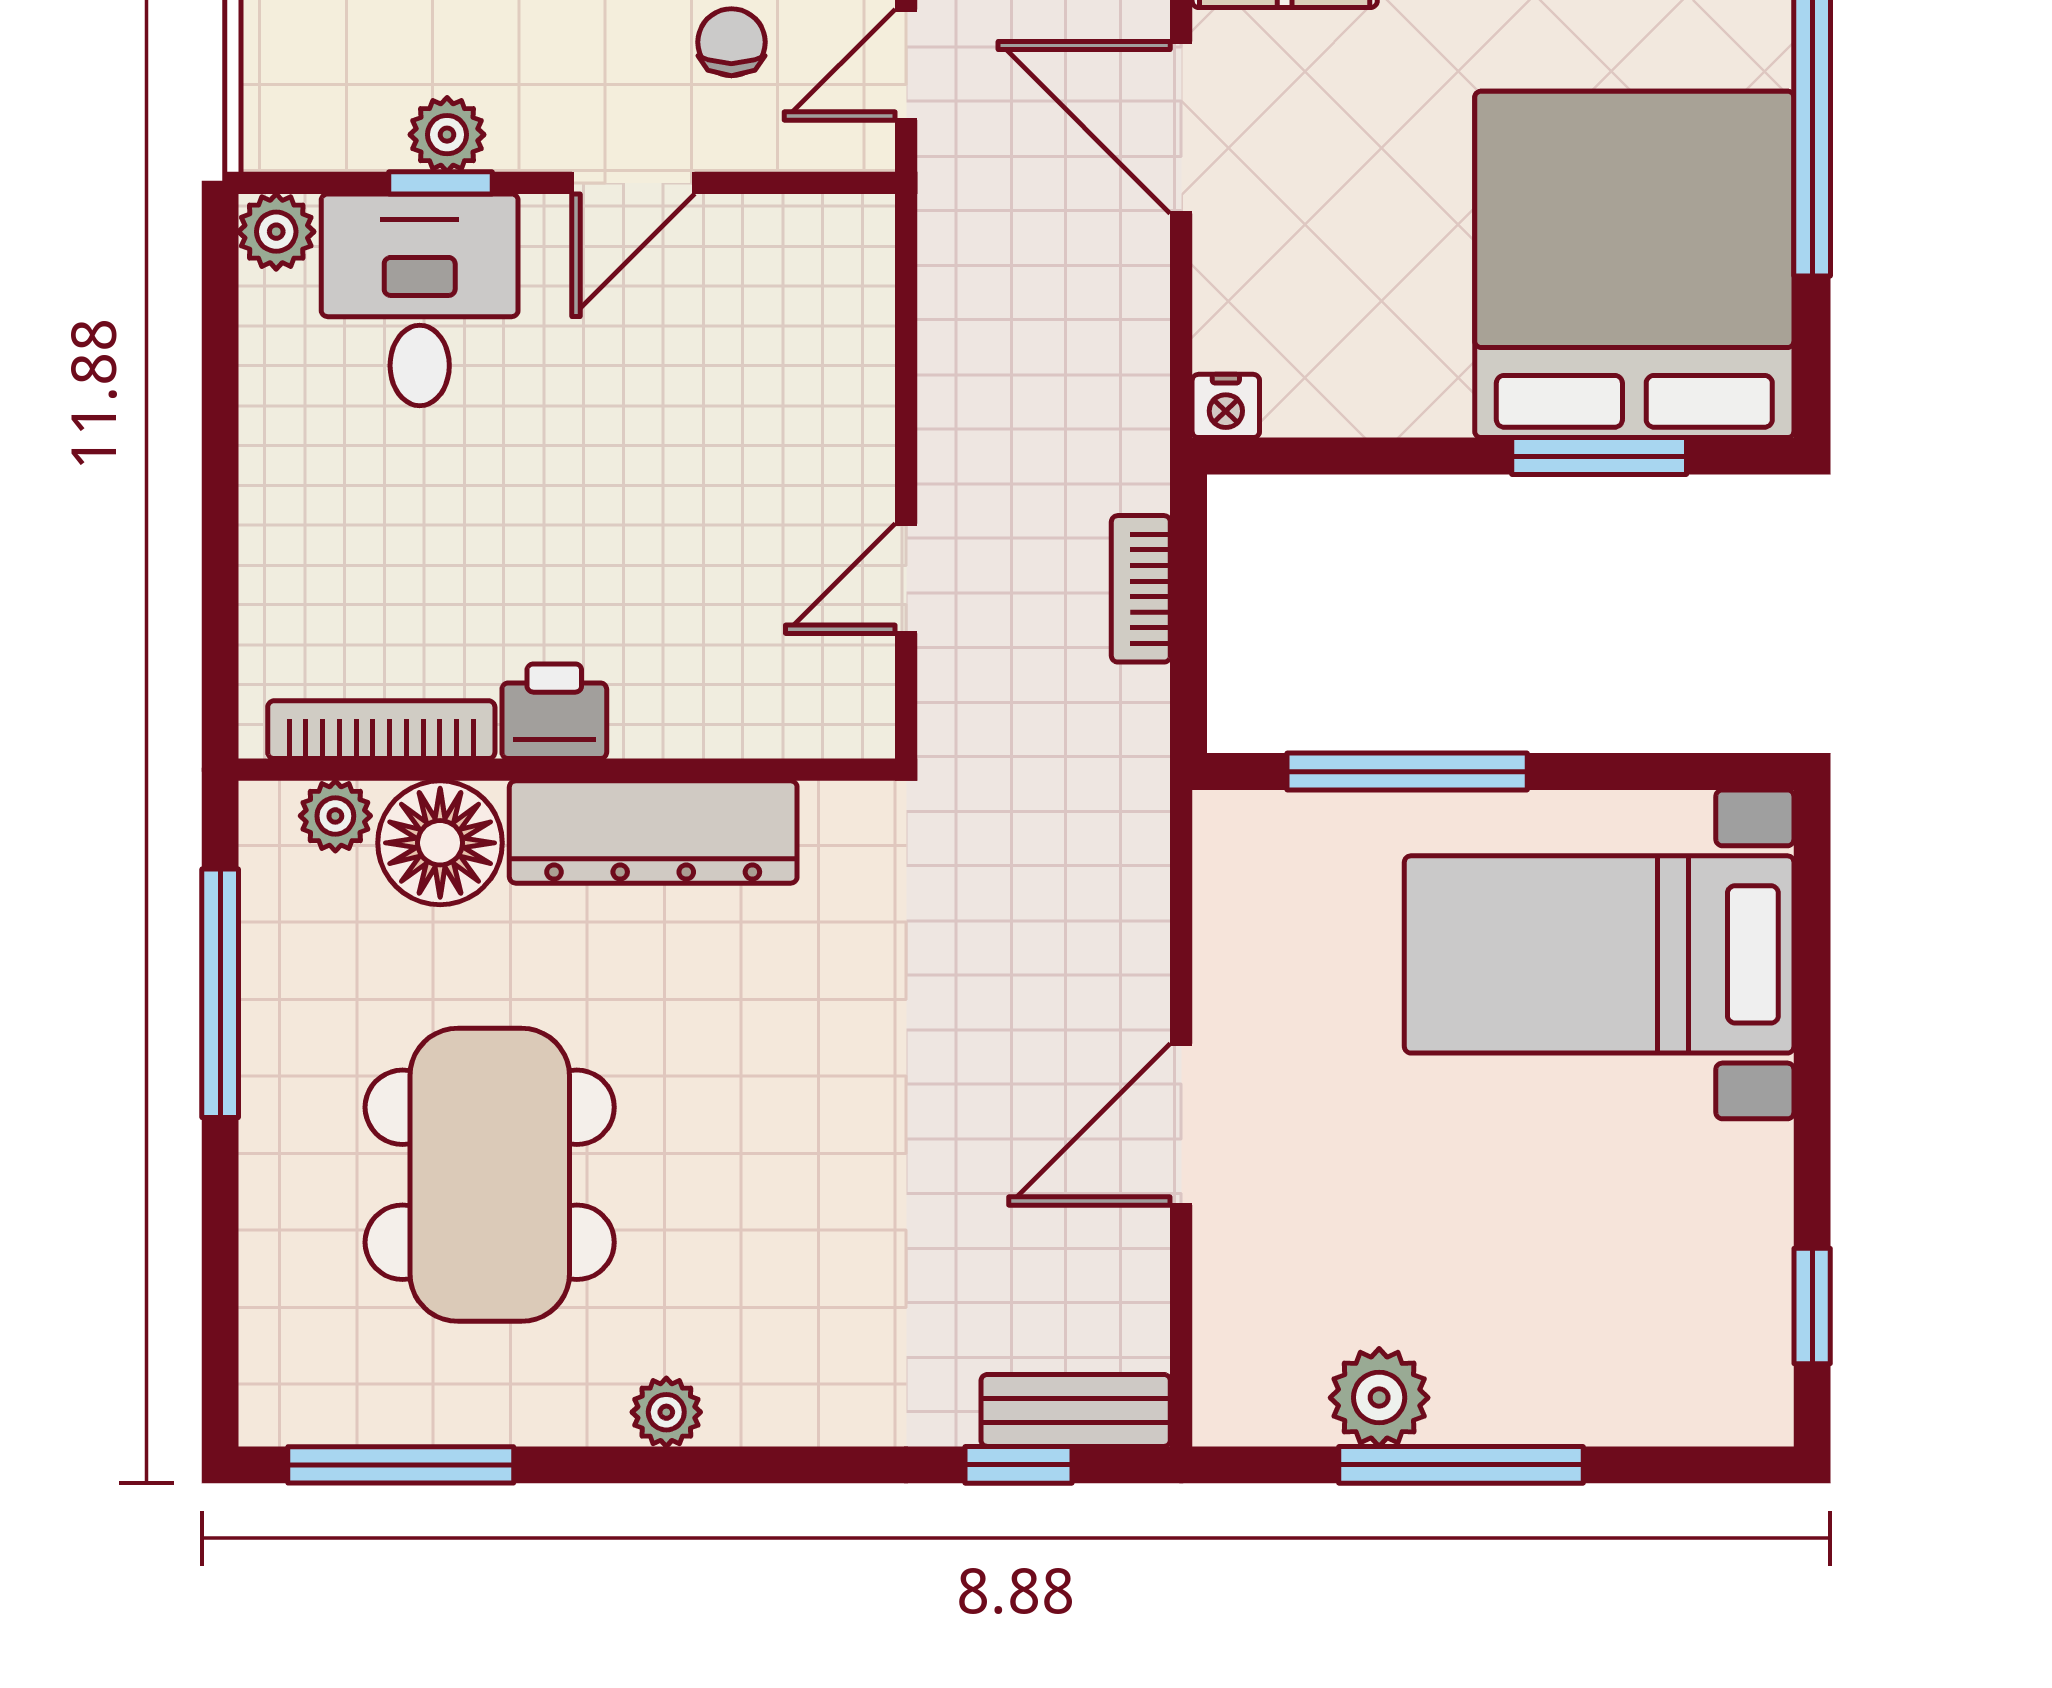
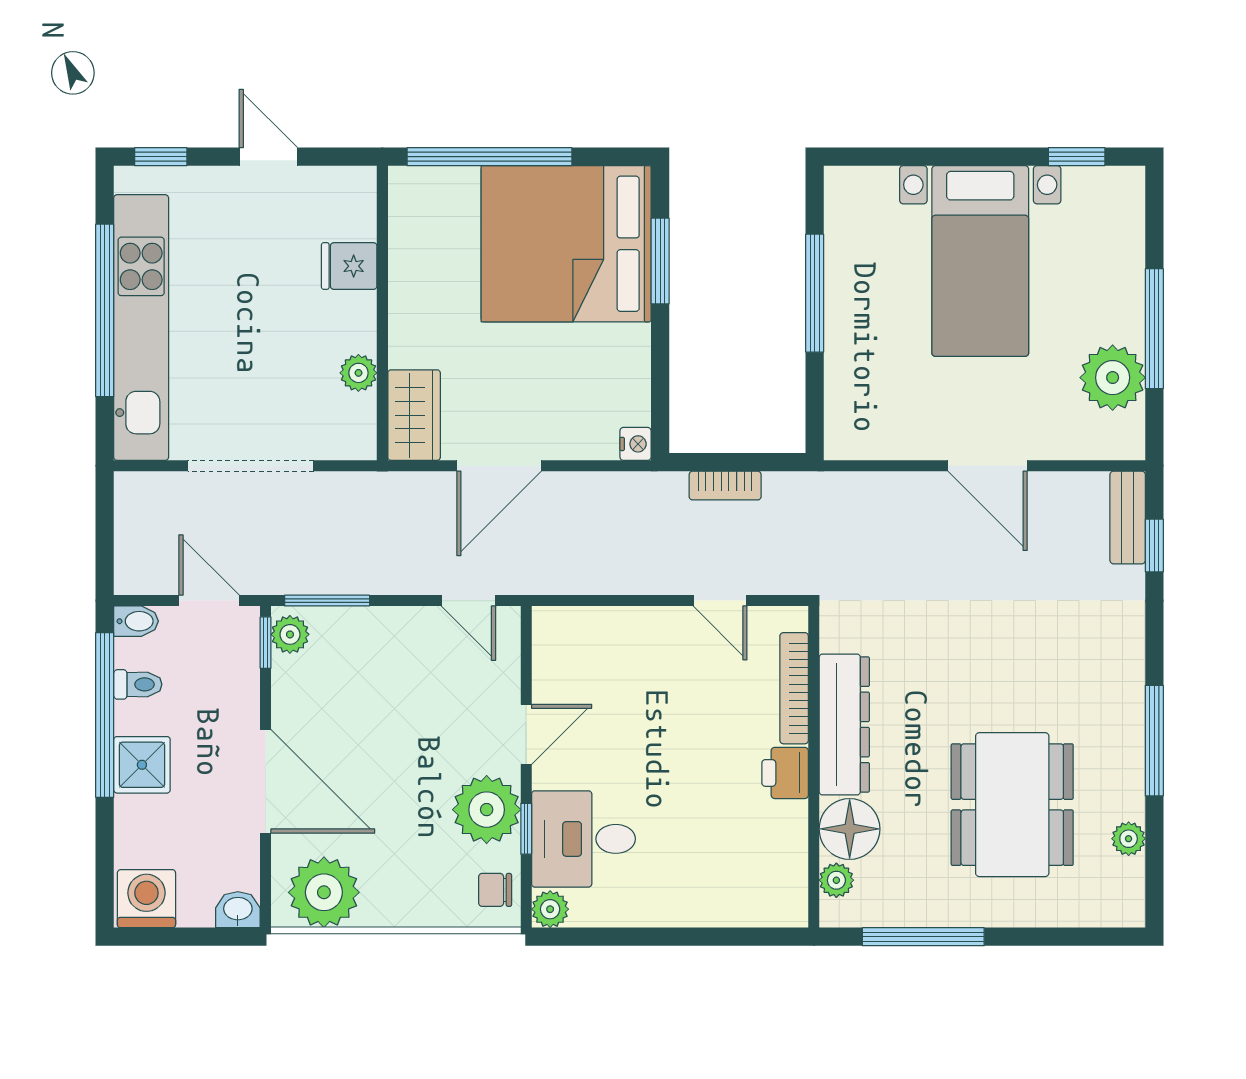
chair: (731, 42) -> (495, 890), moved
plant: (447, 135) -> (487, 810), width x1.87, depth x1.87
door: (633, 183) -> (526, 734), hinge flipped
bookcase: (381, 730) -> (794, 688), moved
window: (1407, 772) -> (815, 293), moved
bed with nightstands: (1599, 954) -> (980, 261), moved
dining table: (490, 1175) -> (1012, 805), turned 90
plant: (1379, 1398) -> (1113, 378), width x1.36, depth x1.36
plant: (666, 1412) -> (1129, 839), moved
window: (401, 1465) -> (1154, 741), moved

